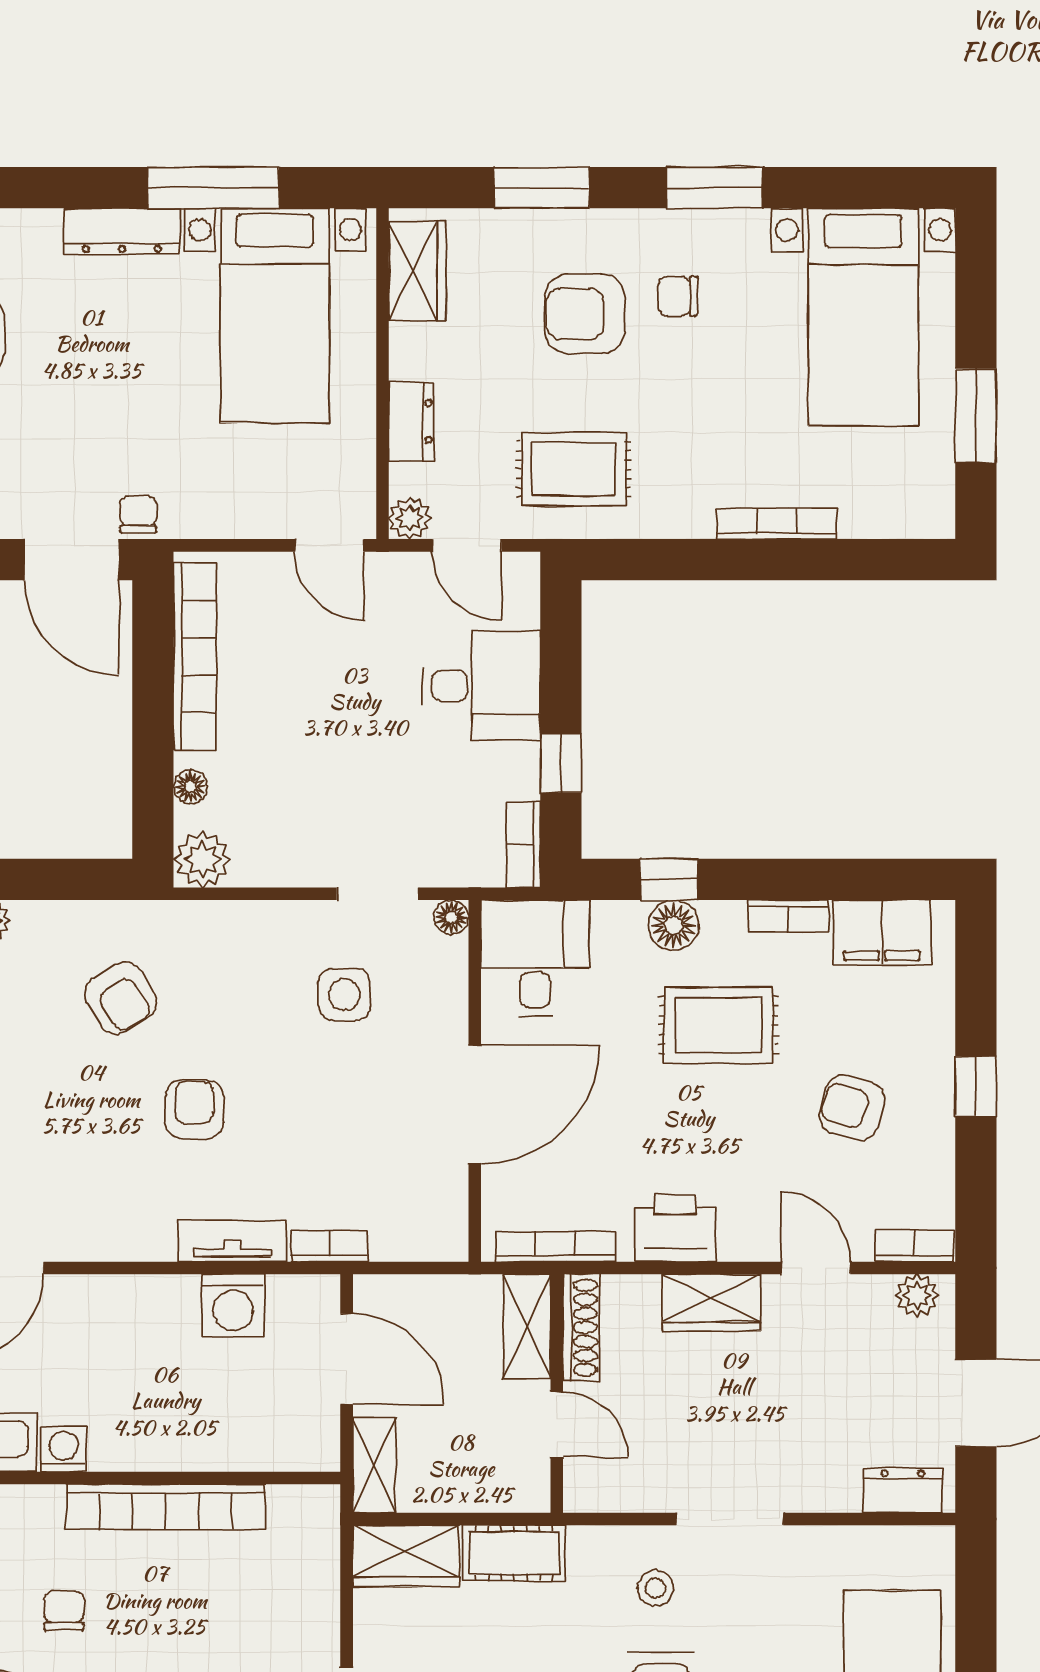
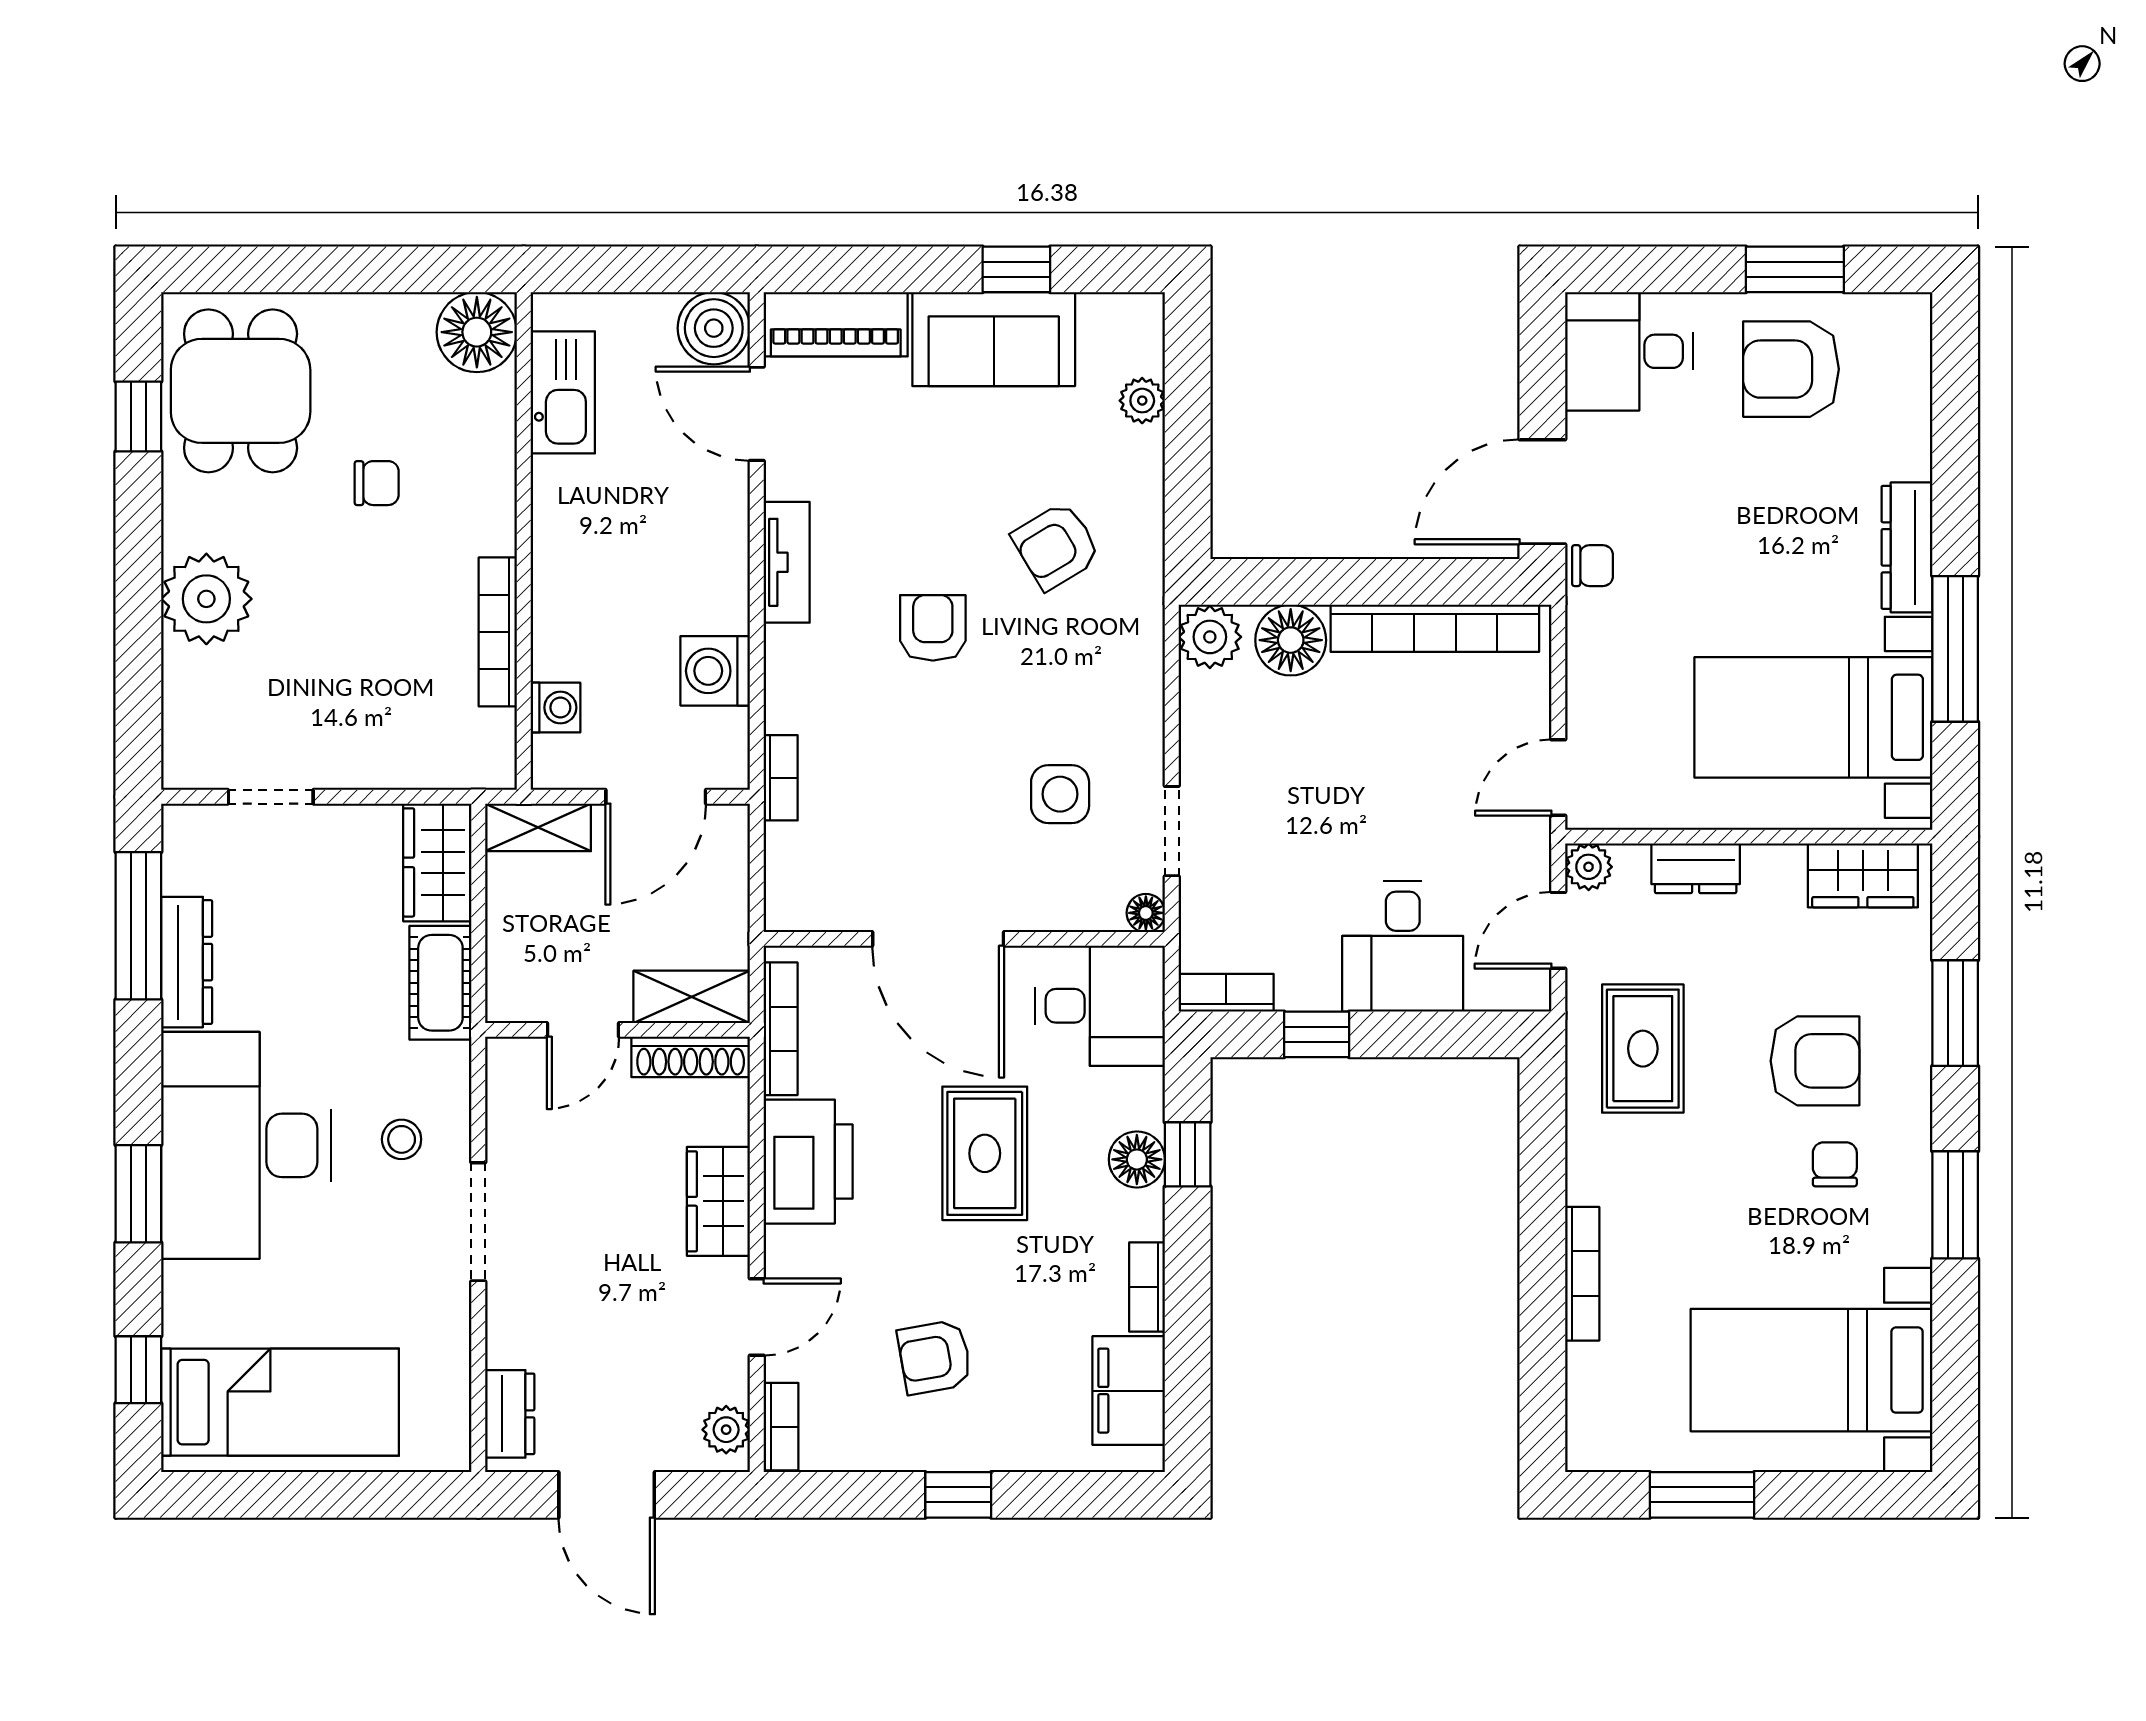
armchair: (585, 314) -> (1815, 1061), turned 90
floor lamp: (190, 787) -> (1291, 640), width x1.89, depth x1.89
rug: (718, 1025) -> (985, 1153), moved
armchair: (852, 1108) -> (935, 1357), turned -116
armchair: (194, 1109) -> (933, 628), turned -90
printer: (675, 1228) -> (808, 1162), width x1.37, depth x1.19
tv unit: (233, 1241) -> (787, 562), moved
washing machine: (64, 1449) -> (555, 708), moved
bookcase: (166, 1507) -> (498, 632), width x0.68, depth x0.76

